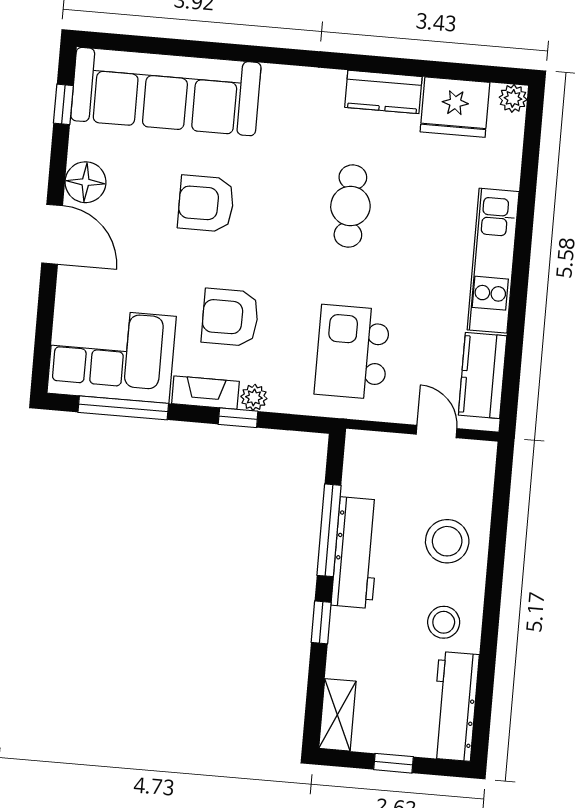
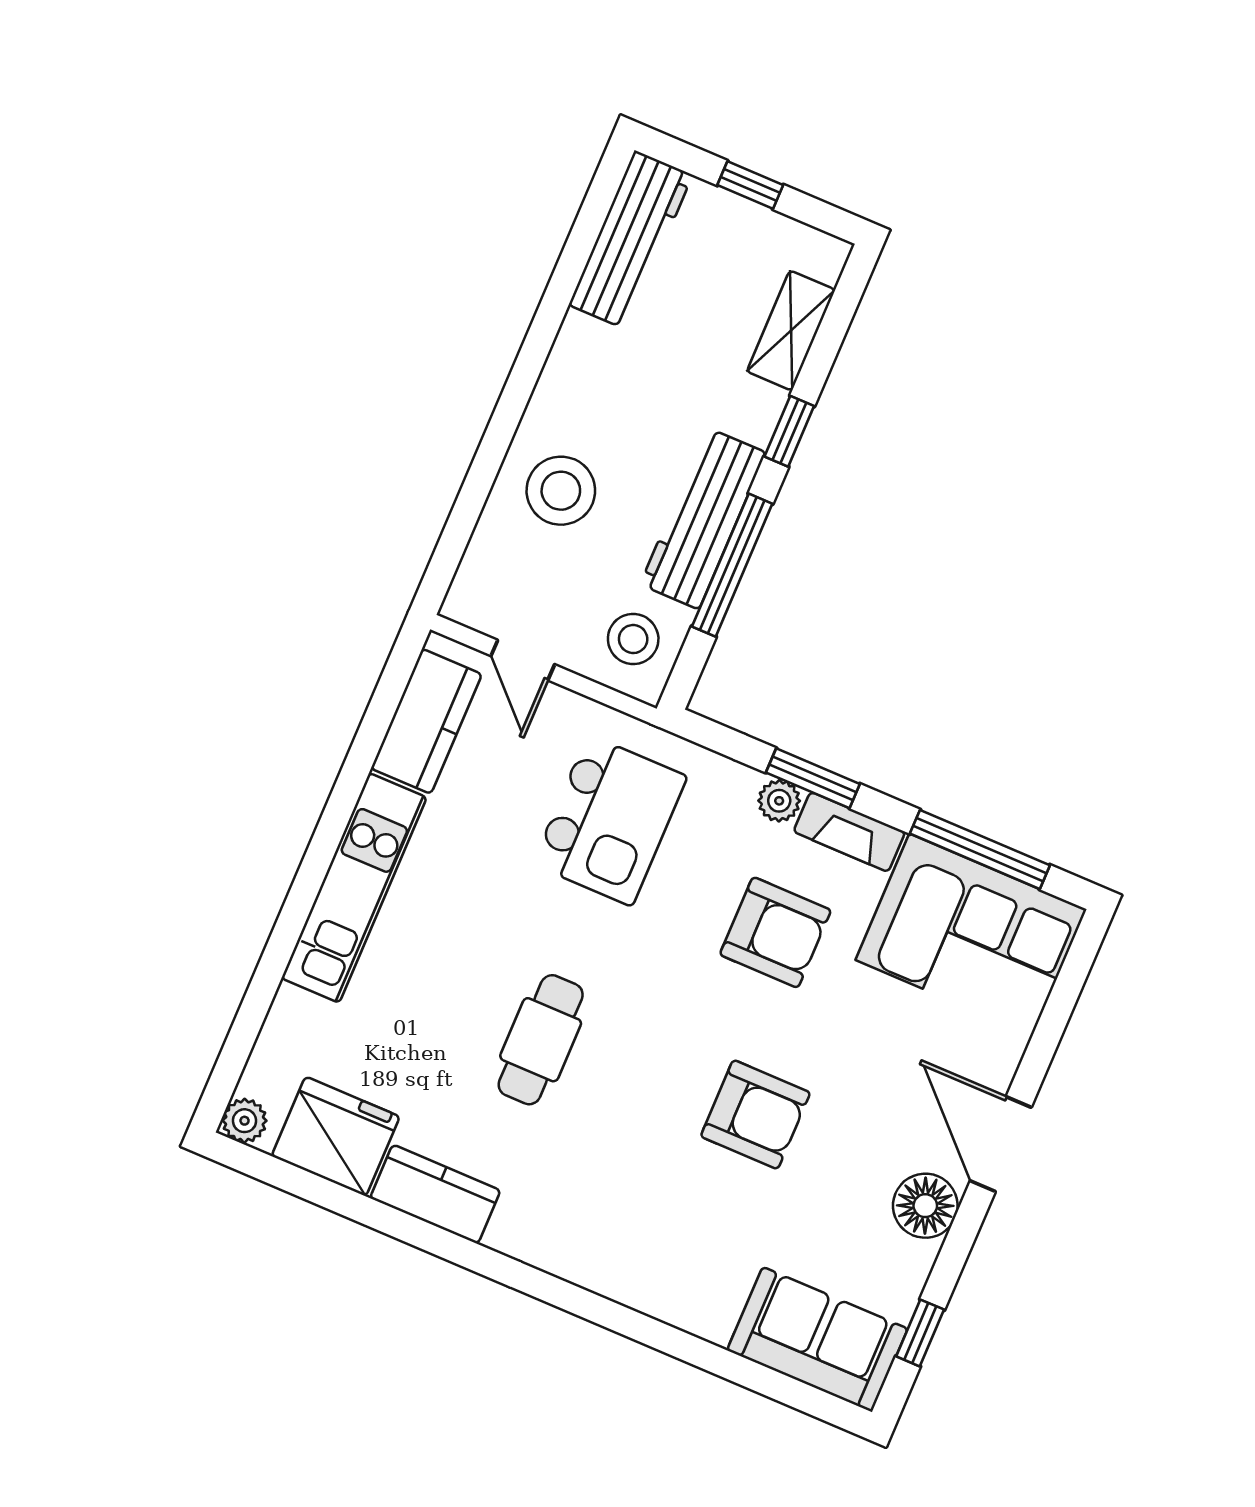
sofa: (166, 92) -> (817, 1339), width x0.54, depth x0.79
window: (238, 418) -> (813, 778), width x1.50
stool: (444, 622) -> (633, 639), moved
shelving: (337, 715) -> (791, 331), moved

